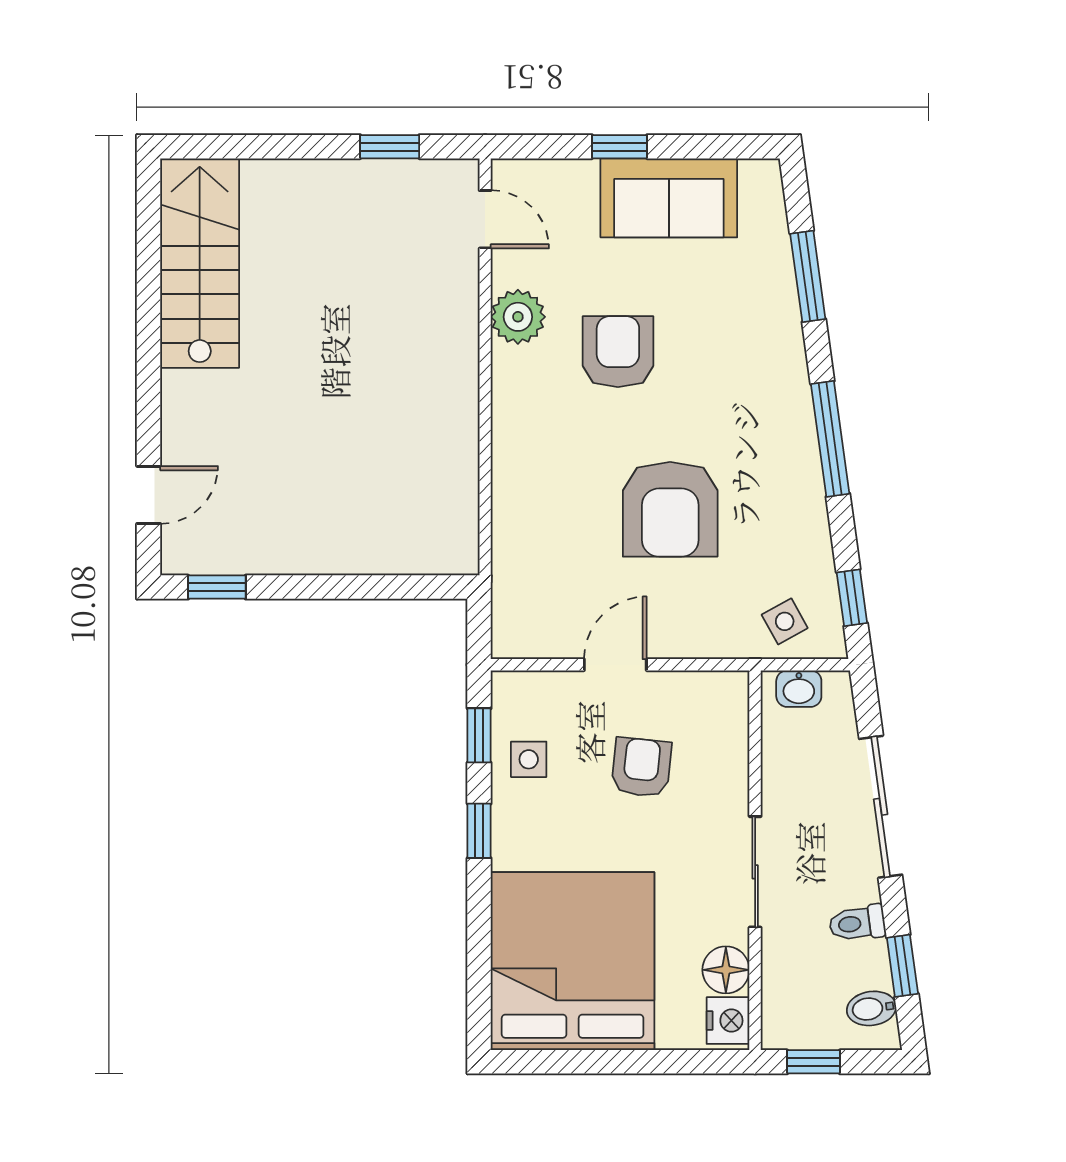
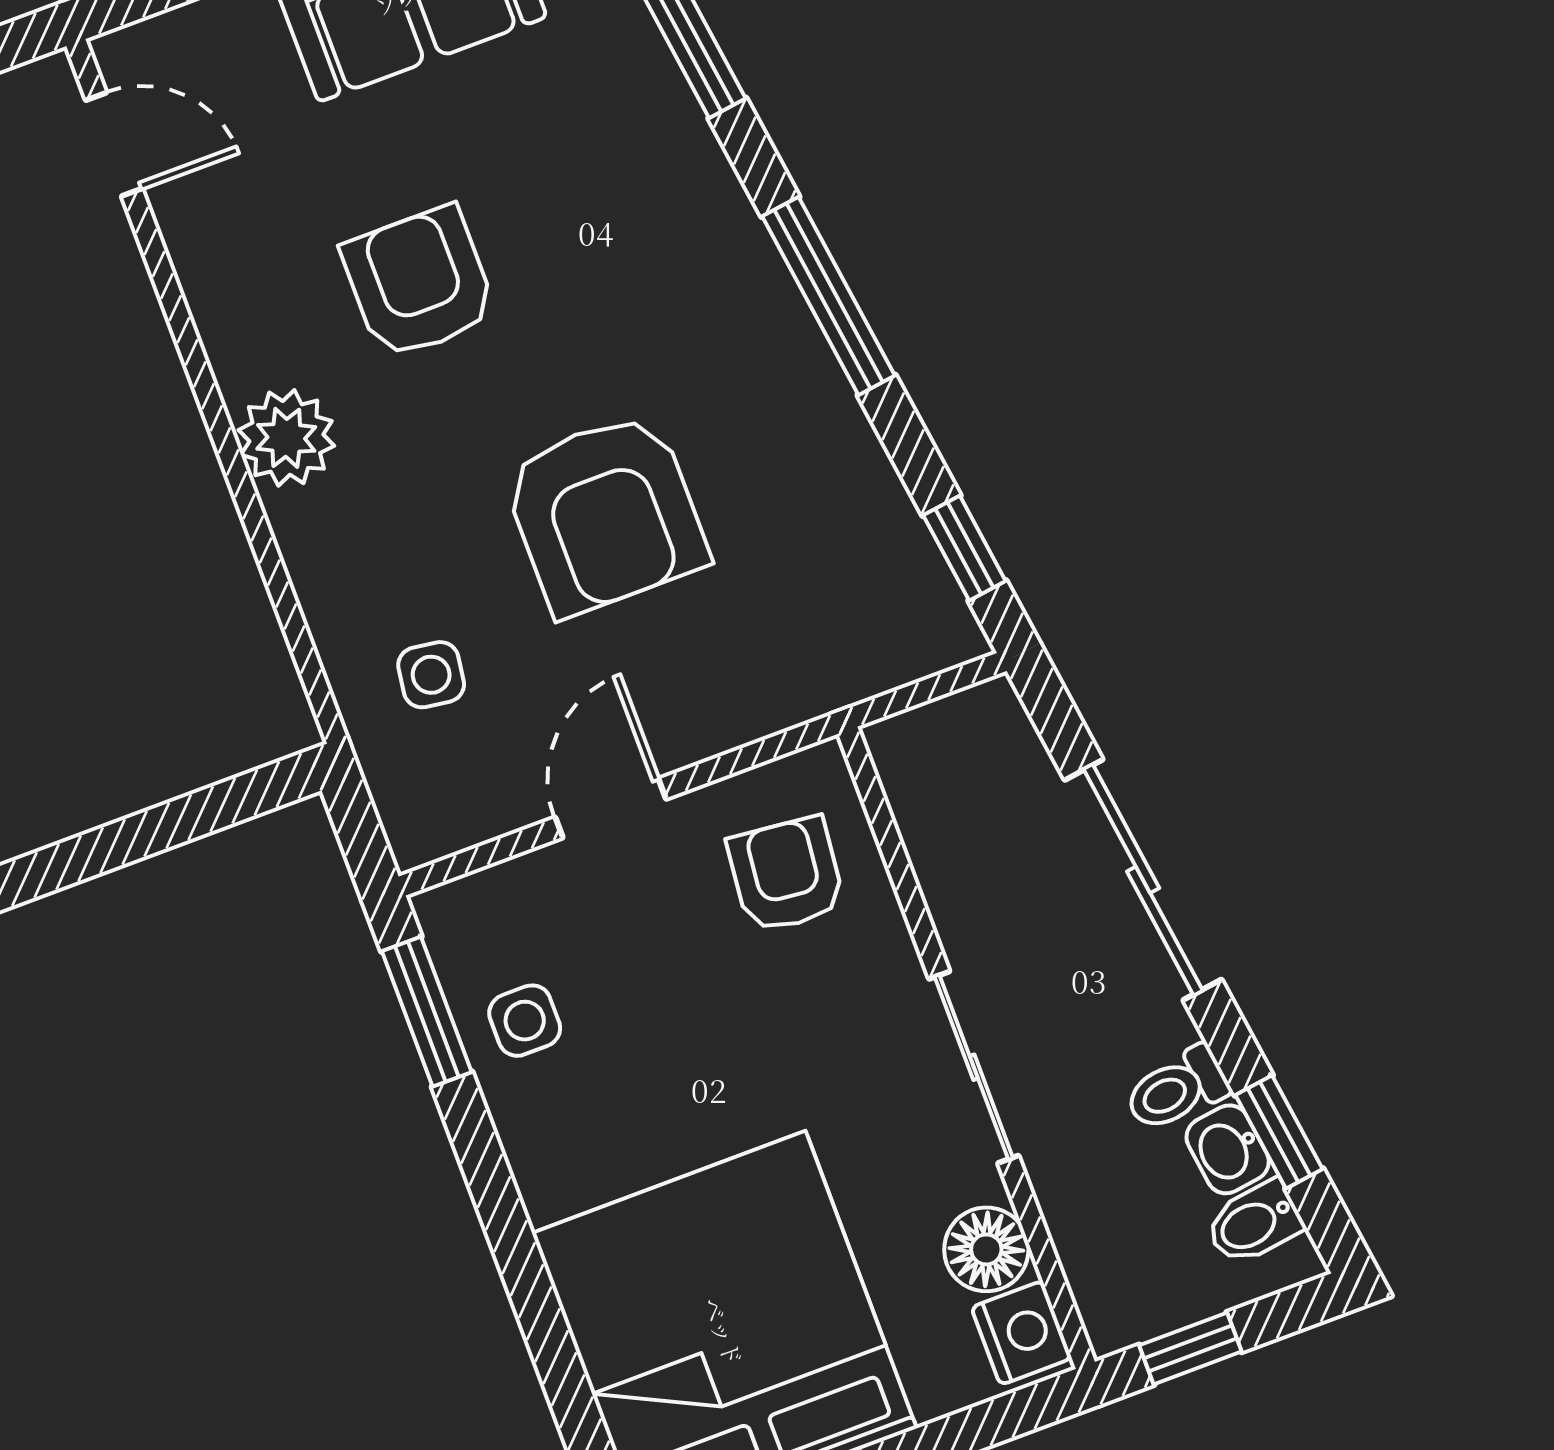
plant: (518, 317) -> (286, 438), moved
side table: (785, 621) -> (431, 675), moved, turned 37
washbasin: (799, 689) -> (1228, 1149), moved, turned 82
window: (479, 735) -> (427, 1012), width x1.50
armchair: (641, 767) -> (786, 875), moved
window: (479, 831) -> (486, 1171), removed

